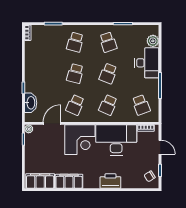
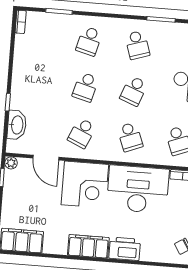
school desk: (108, 105) -> (130, 137), turned -45
door: (52, 123) -> (46, 158), swing flipped
filing cabinet: (69, 181) -> (88, 246), moved

